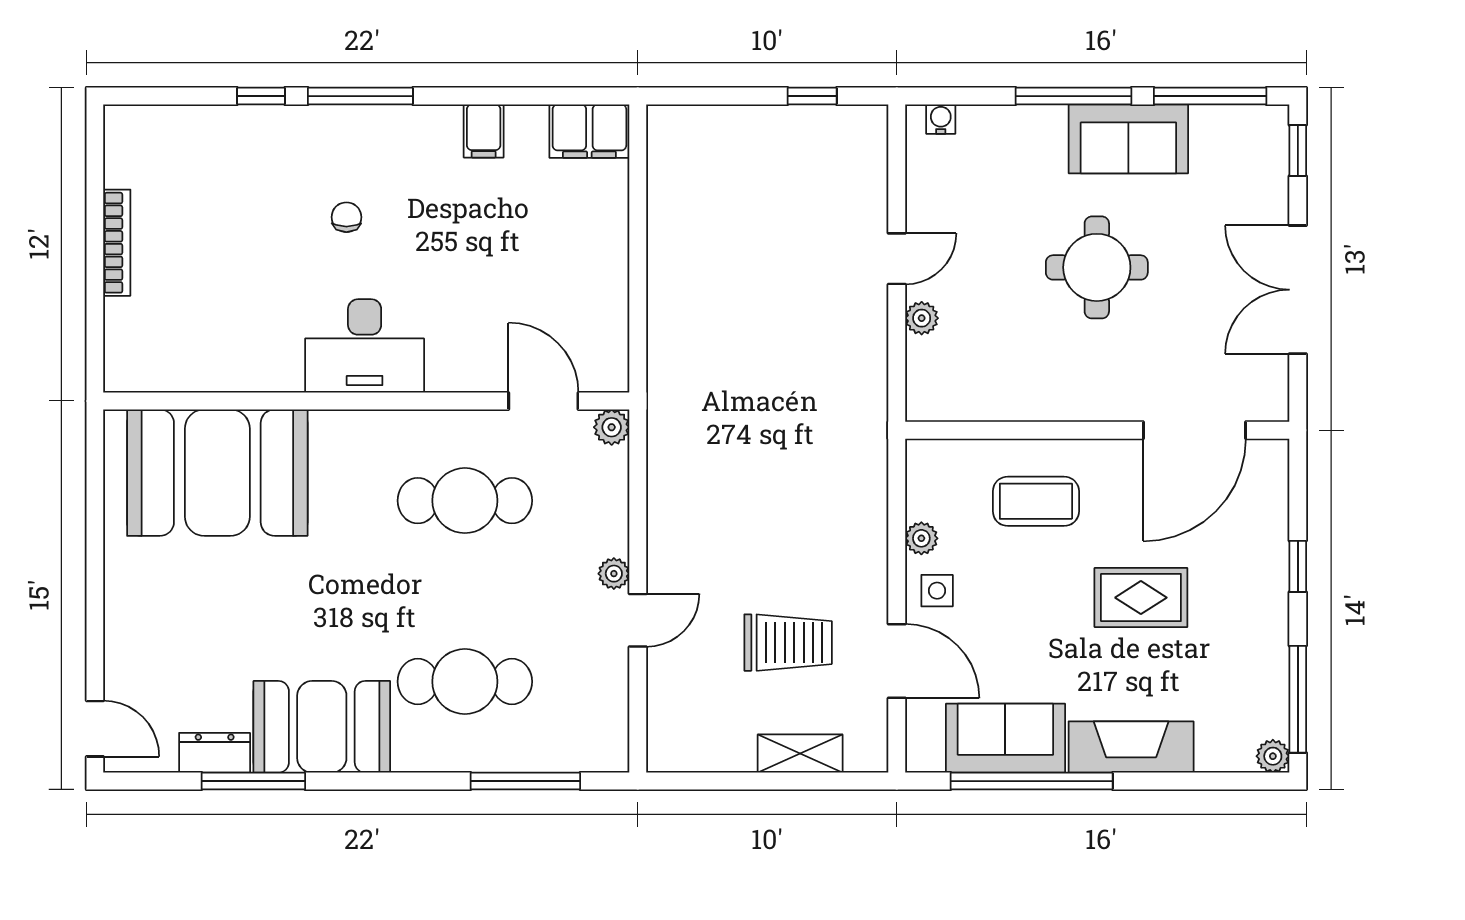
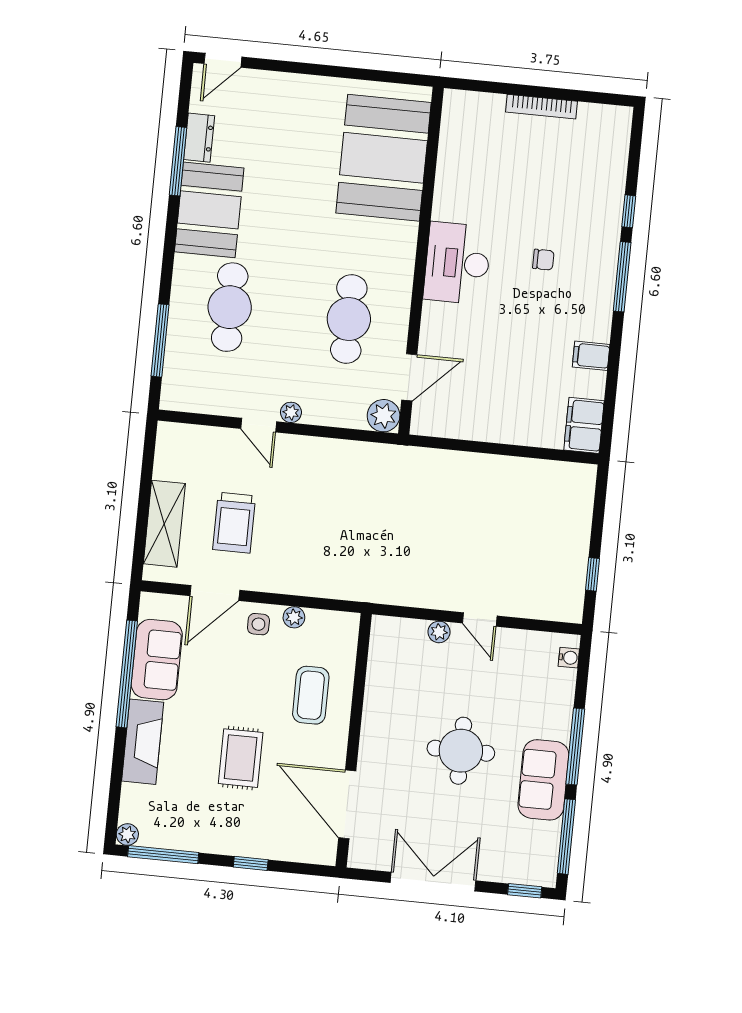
plant: (612, 427) -> (384, 416), width x1.38, depth x1.38
shelving: (800, 754) -> (164, 524), width x1.50, depth x1.33

